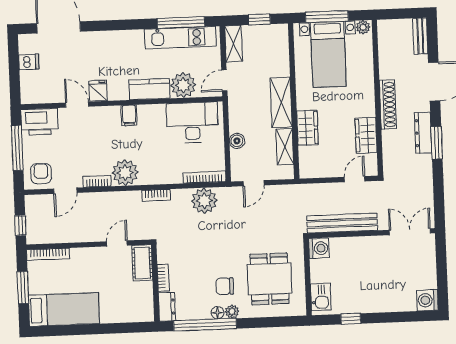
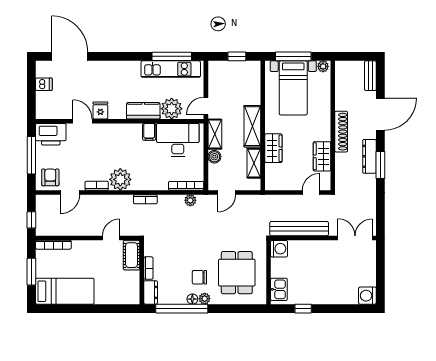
shelving: (234, 44) -> (215, 134), moved
filing cabinet: (129, 115) -> (149, 132), moved
plant: (204, 201) -> (190, 200), width x0.53, depth x0.53

